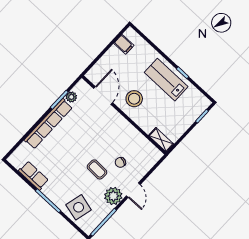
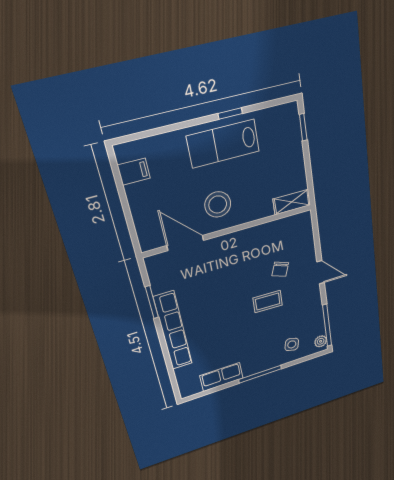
plant: (71, 97) -> (159, 285), removed
plant: (113, 196) -> (321, 341), moved, width x0.53, depth x0.53
side table: (79, 207) -> (292, 344), width x0.54, depth x0.54

